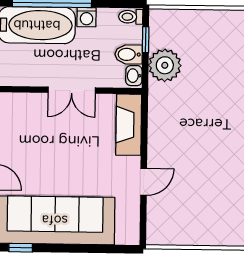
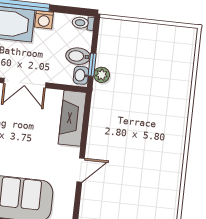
window: (146, 40) -> (92, 65), moved
plant: (165, 65) -> (102, 75), width x0.53, depth x0.53

